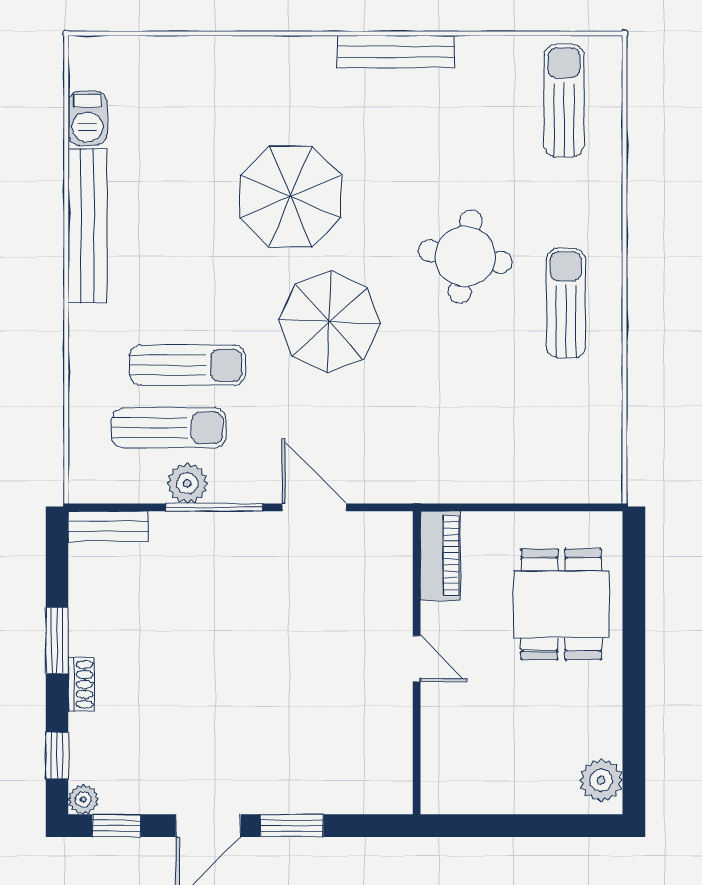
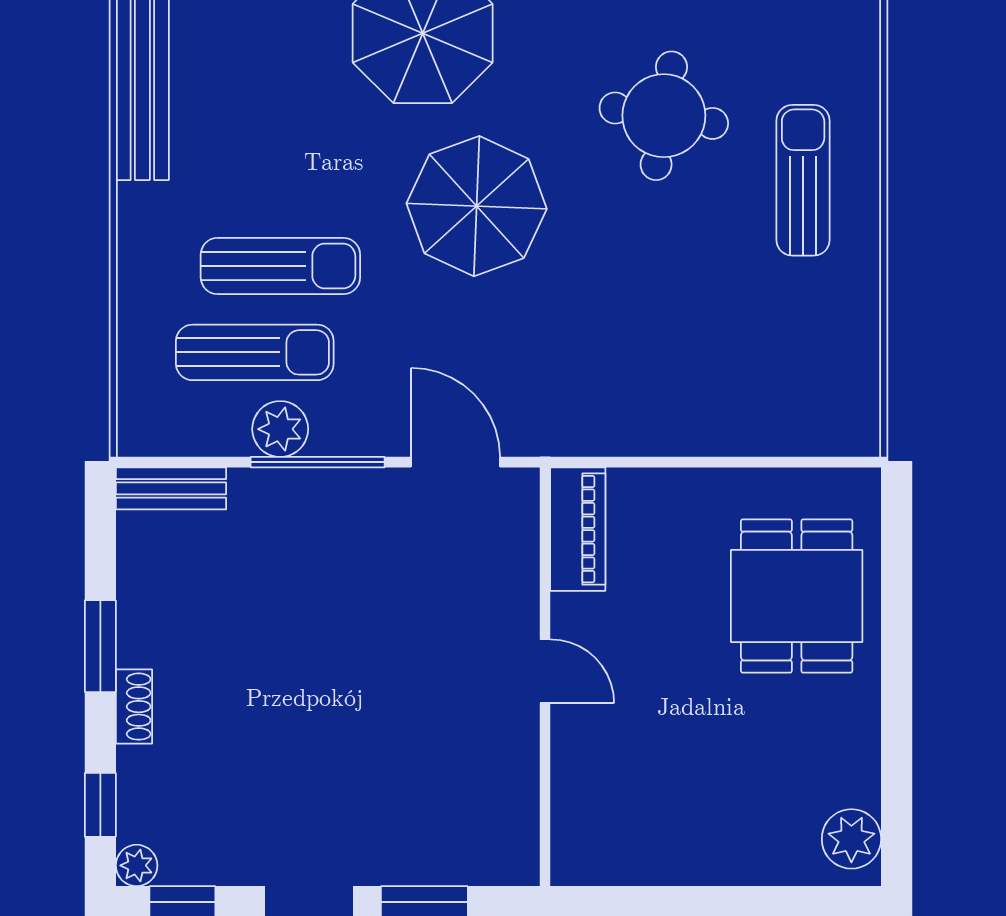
piano: (440, 556) -> (578, 529), moved
door: (417, 659) -> (545, 671), moved
wall: (417, 663) -> (545, 677), moved

